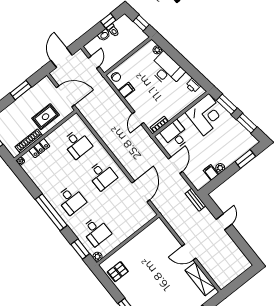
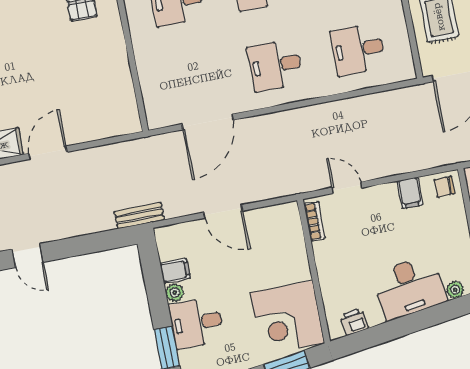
desk: (175, 135) -> (196, 323), moved, turned 180
door: (141, 191) -> (208, 122), hinge flipped
door: (224, 222) -> (28, 256), moved

